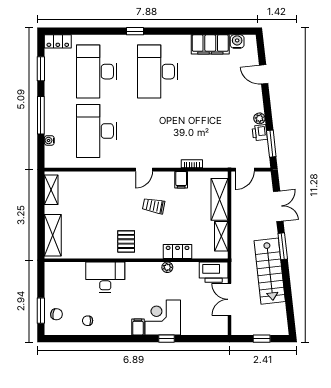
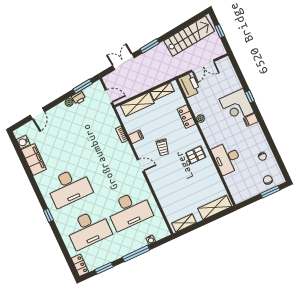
stairs: (270, 271) -> (189, 36), moved

